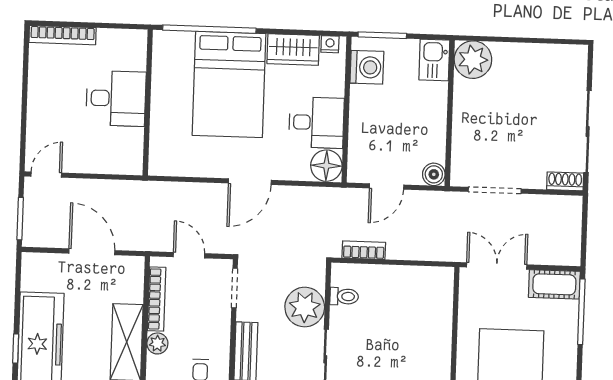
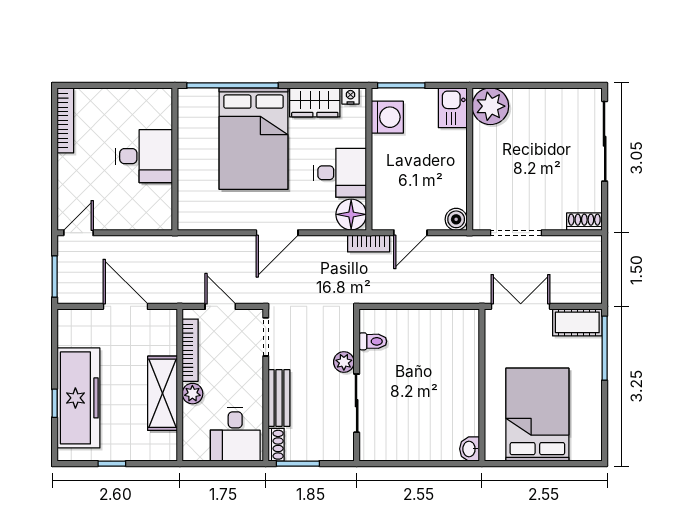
bookcase: (63, 35) -> (65, 120), moved, turned -90
sliding door: (588, 132) -> (605, 141), moved
bookcase: (364, 250) -> (369, 244), moved, turned 180
plant: (305, 307) -> (344, 362), width x0.53, depth x0.53

